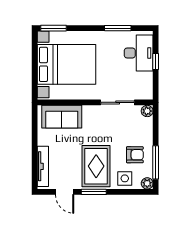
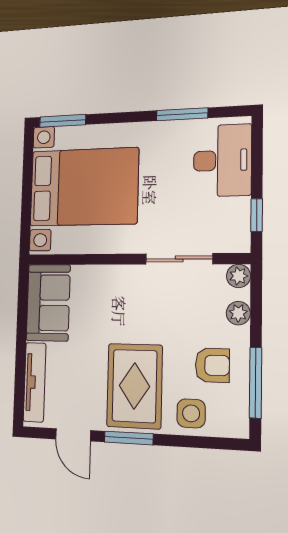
window: (156, 61) -> (257, 215), moved
sofa: (62, 117) -> (48, 303), moved, turned -90
plant: (147, 183) -> (238, 313), moved

